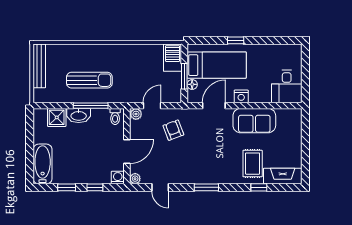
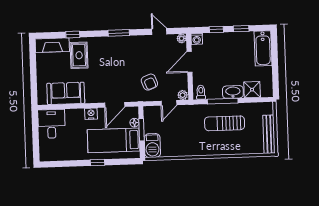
sofa: (254, 121) -> (66, 93), moved

